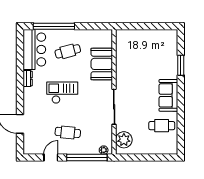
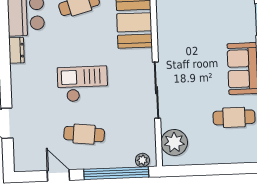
checkout: (62, 93) -> (83, 84), moved
door: (51, 158) -> (58, 175), hinge flipped

